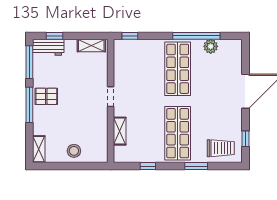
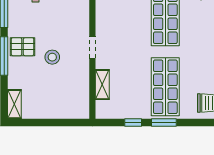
stool: (74, 151) -> (52, 57), moved
window: (196, 166) -> (164, 123), moved

